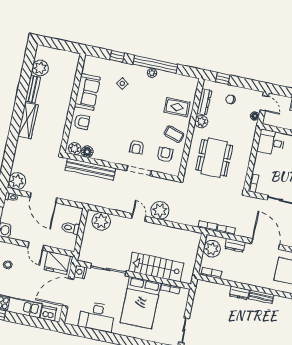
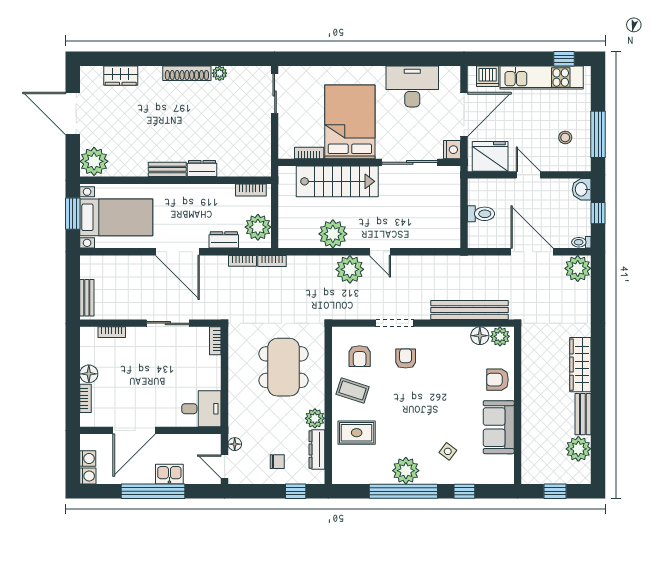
window: (60, 45) -> (555, 491), added
plant: (152, 73) -> (406, 471), width x1.87, depth x1.87
plant: (101, 221) -> (333, 234), moved

